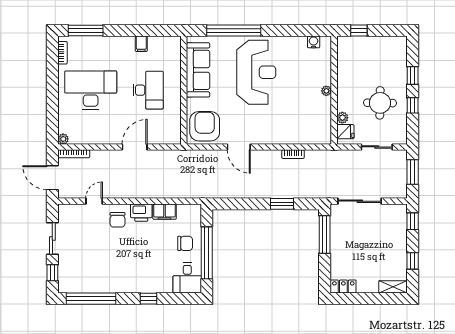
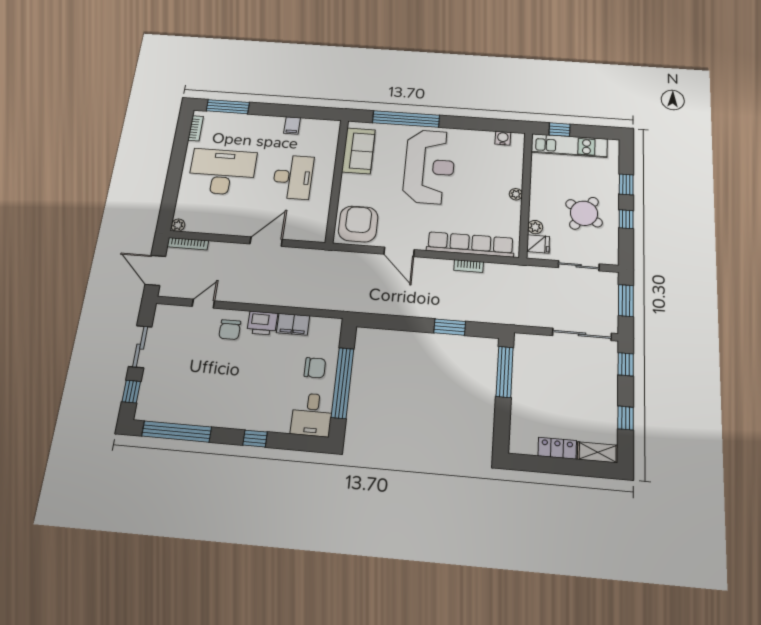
kitchen unit: (367, 44) -> (569, 146), added
sofa: (198, 70) -> (358, 151), width x0.73
round table: (380, 103) -> (584, 213), turned 33
row of seats: (293, 136) -> (470, 244), added
sliding door: (360, 201) -> (582, 334), moved
locker: (343, 287) -> (557, 448), moved

